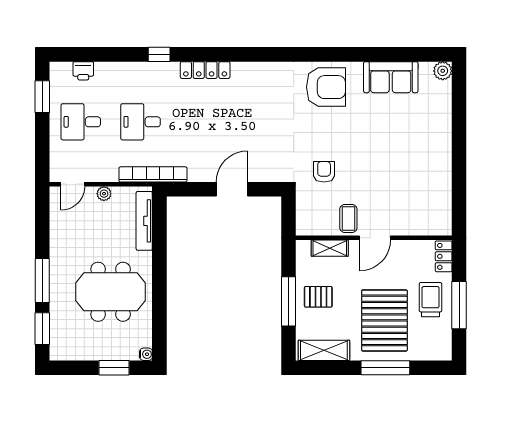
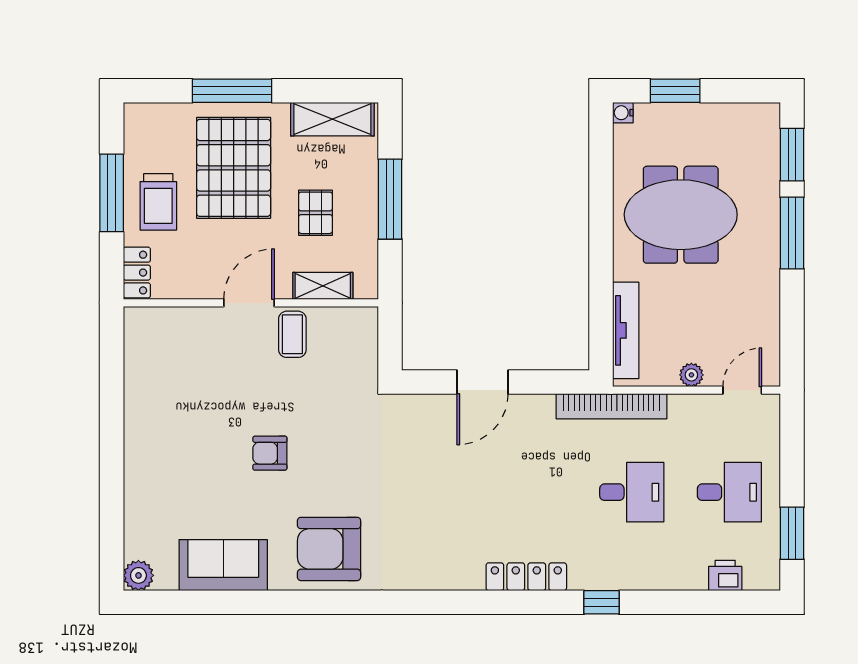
armchair: (324, 172) -> (270, 453), moved, turned 90
pallet: (318, 297) -> (315, 213), moved, turned 90

